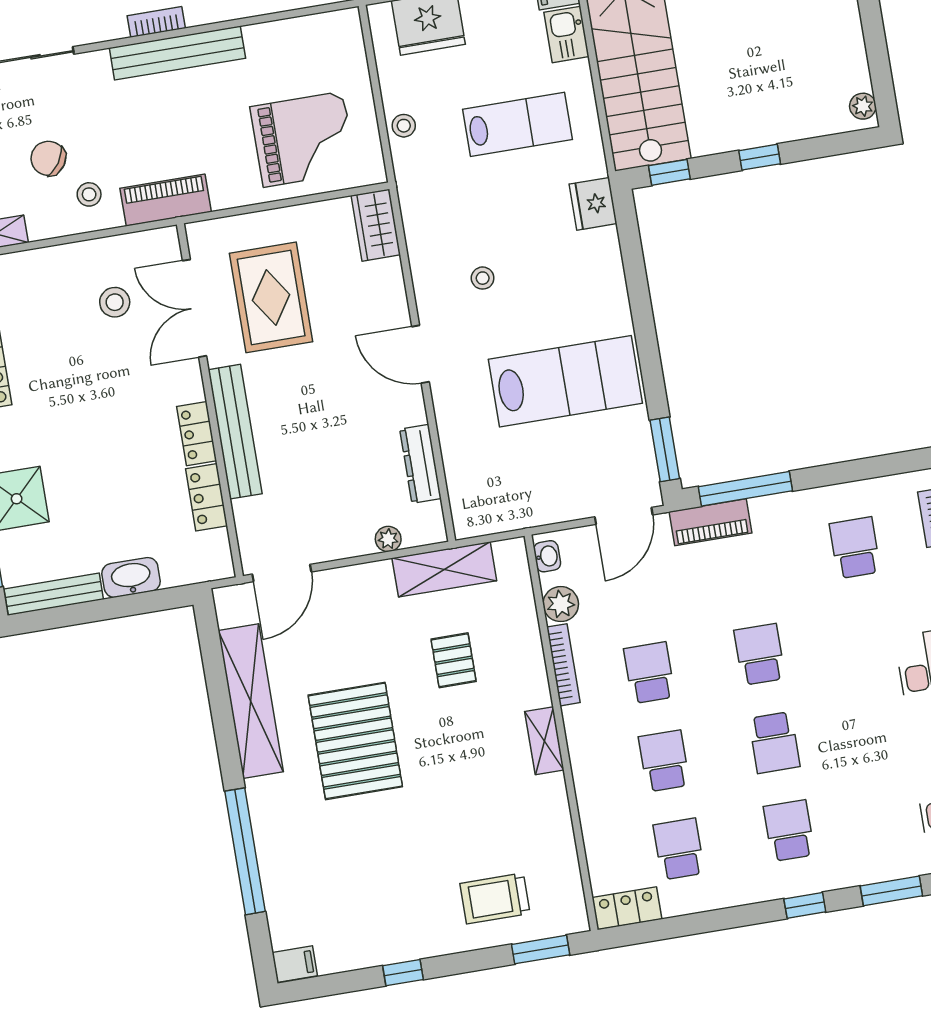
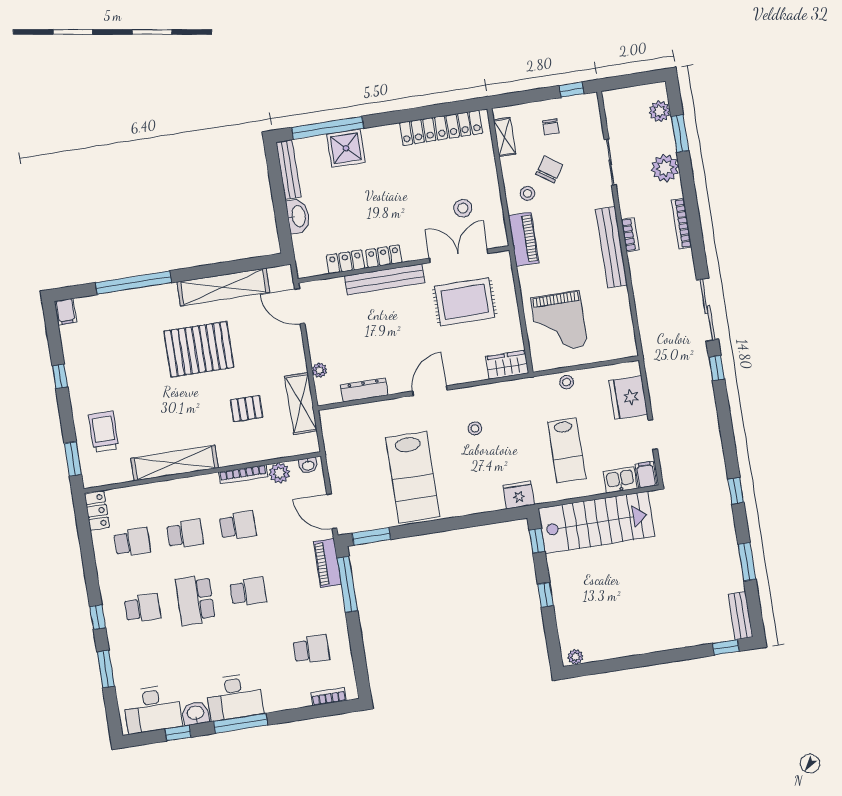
shelving: (544, 741) -> (174, 463), width x2.20, depth x1.33
school desk: (774, 742) -> (195, 600), width x1.85

